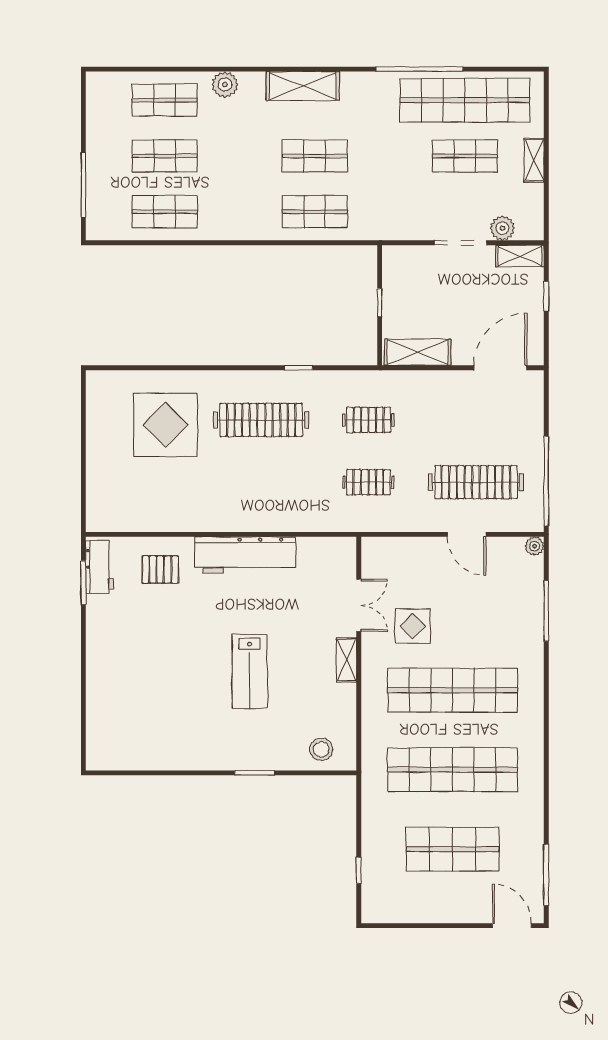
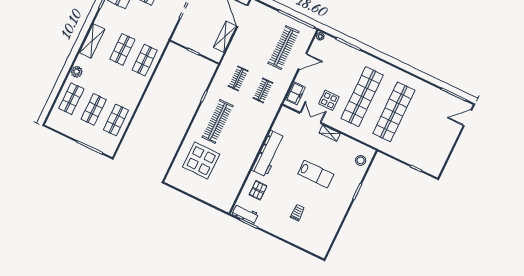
shelving: (418, 352) -> (225, 37), moved
freezer: (394, 551) -> (295, 93), added
trolley: (153, 672) -> (298, 213), added
shop shelf: (453, 849) -> (426, 127), removed

